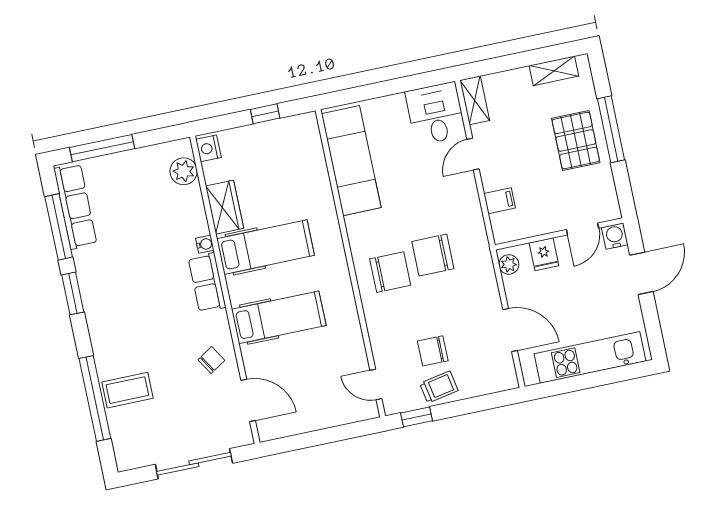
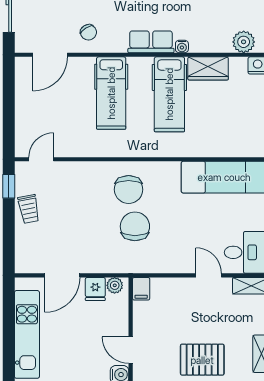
filing cabinet: (500, 201) -> (141, 289), moved
fridge: (544, 254) -> (95, 289), moved, turned -90
chair: (433, 351) -> (59, 210), removed

